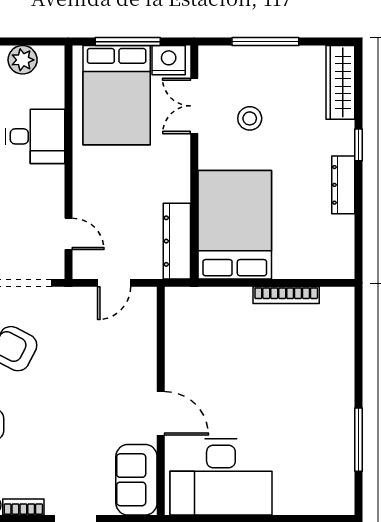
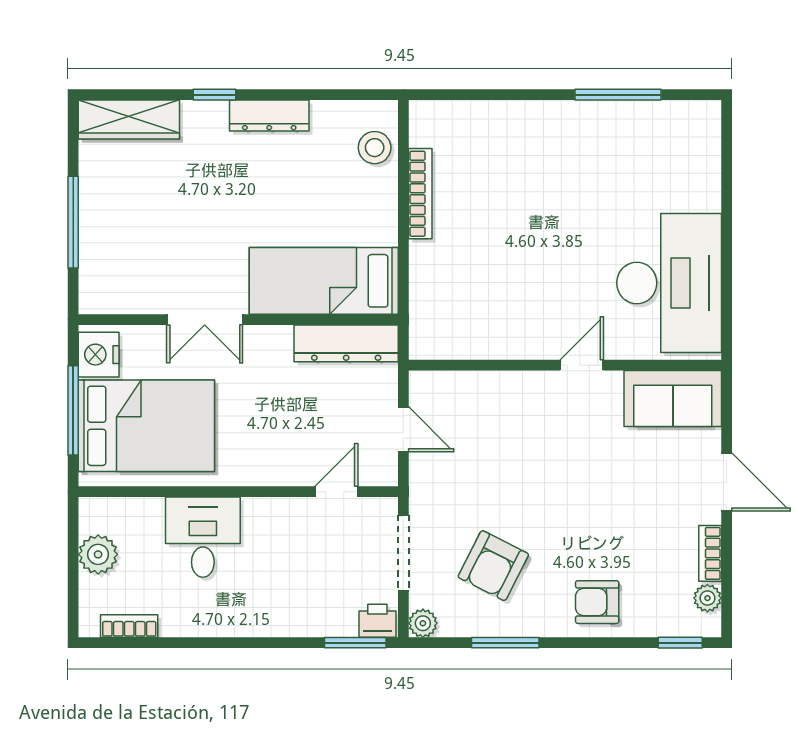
double door: (194, 106) -> (205, 320), moved
stool: (250, 118) -> (375, 148), moved
bed: (235, 225) -> (324, 281), width x0.67
door: (161, 413) -> (582, 365), width x0.73

